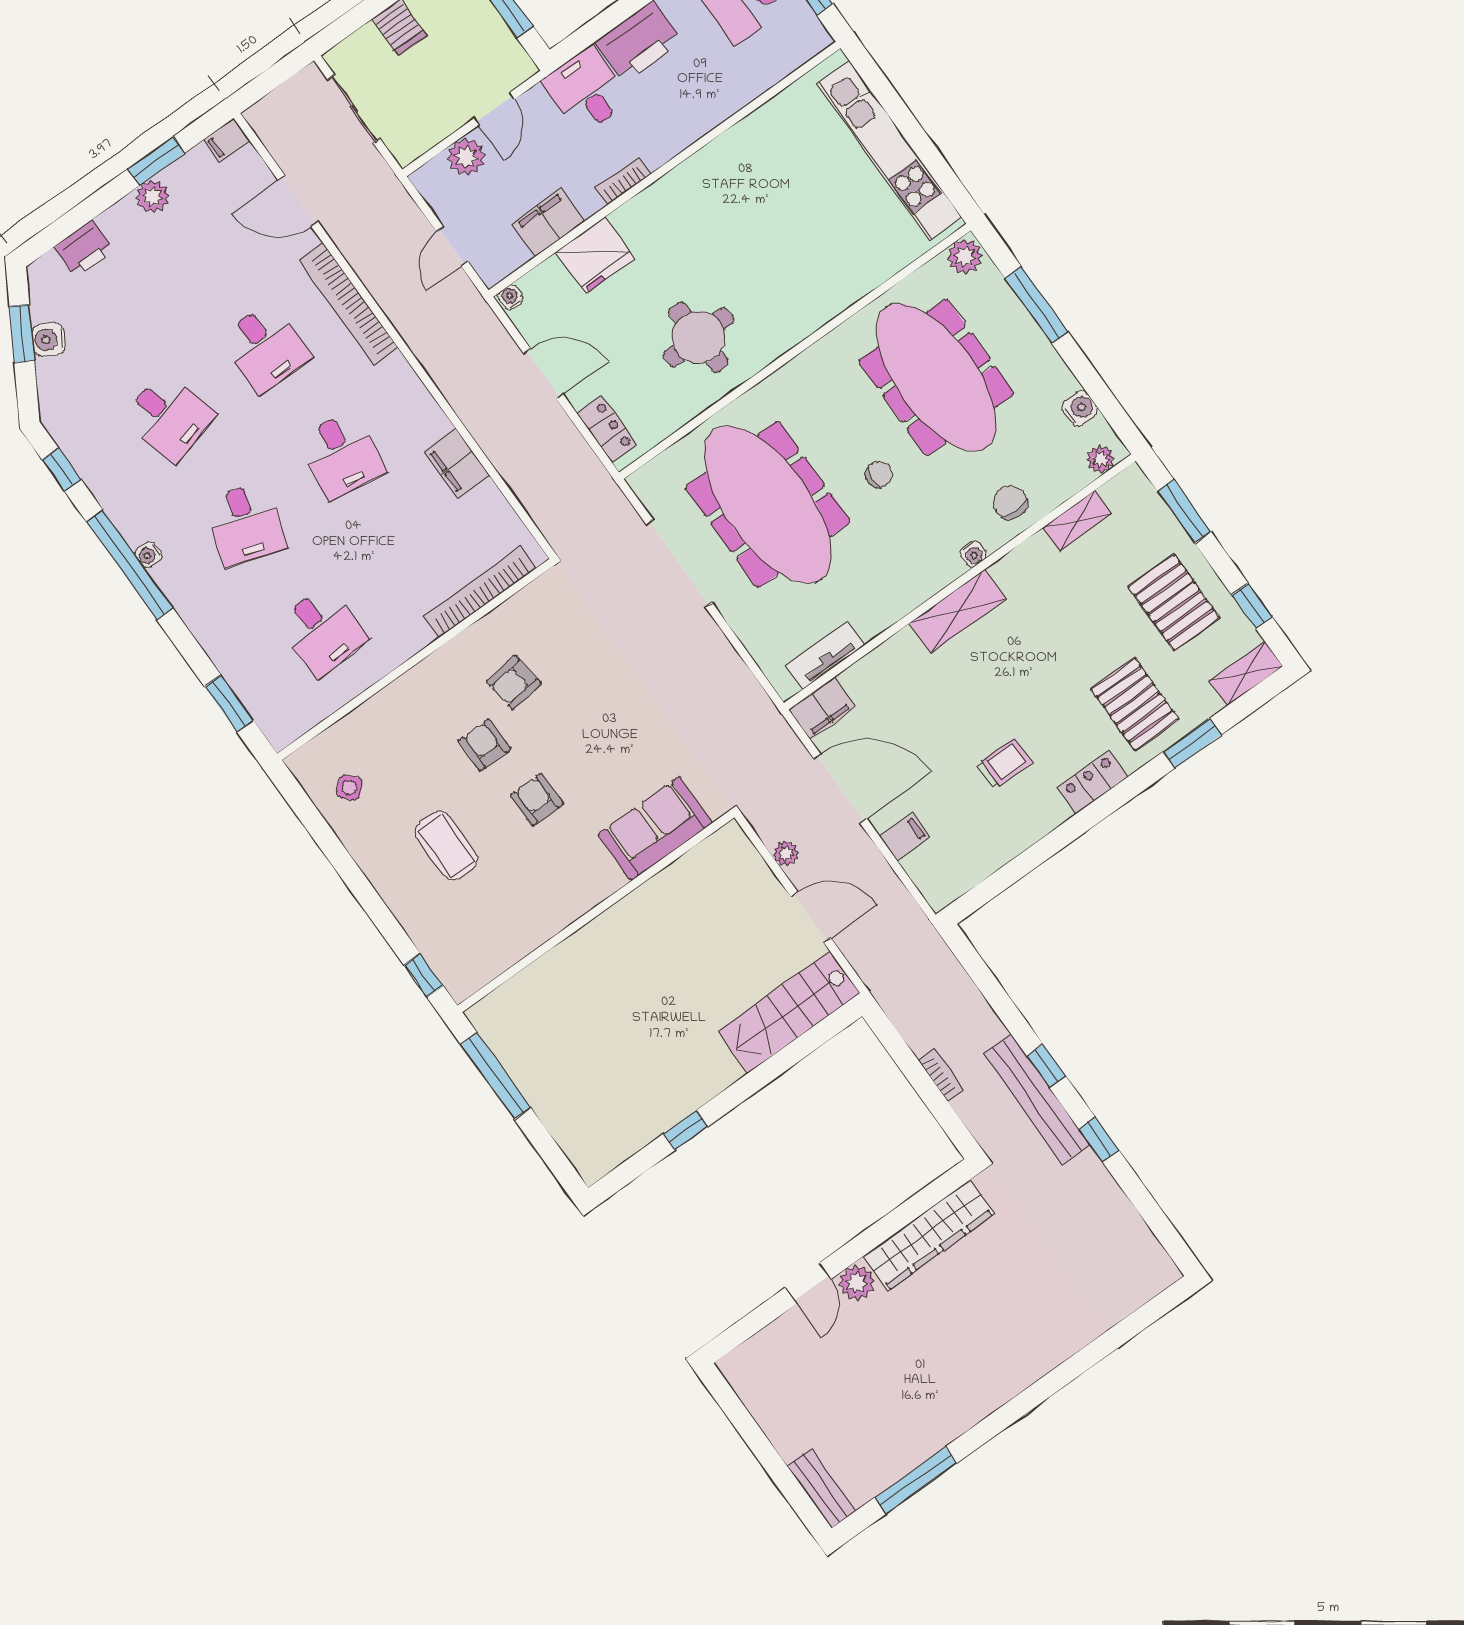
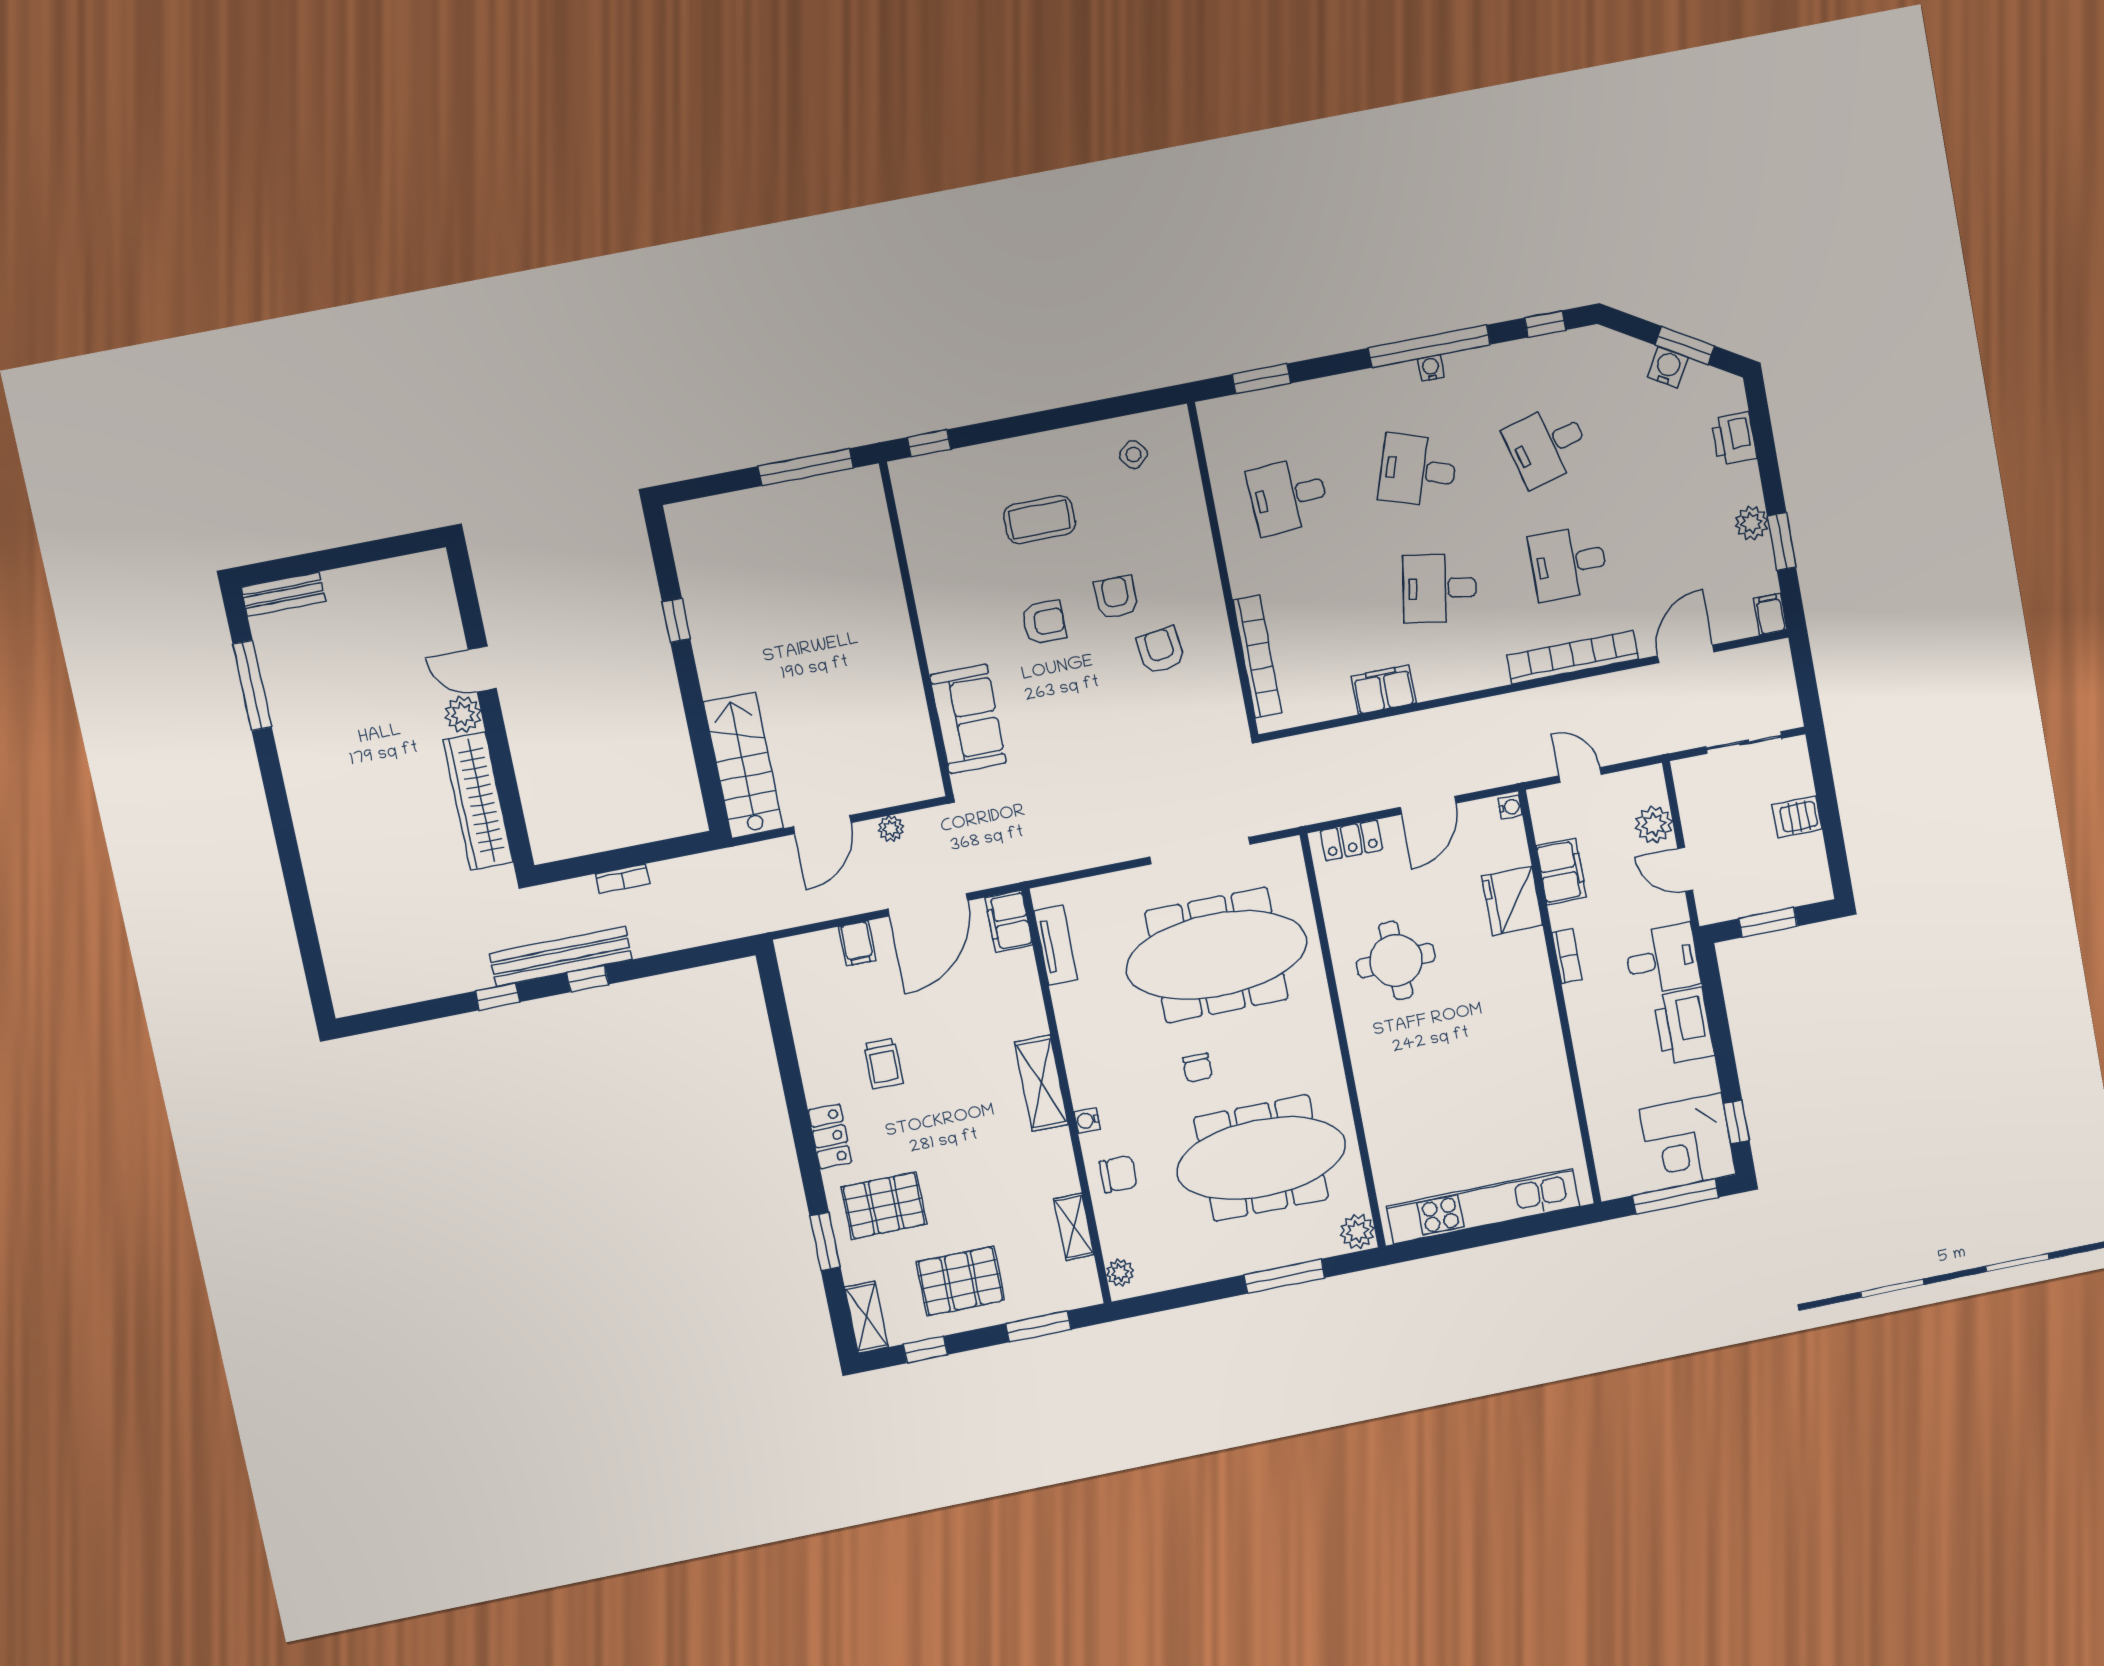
water cooler: (1080, 409) -> (1174, 1274), removed
armchair: (485, 745) -> (1116, 597), turned -90

